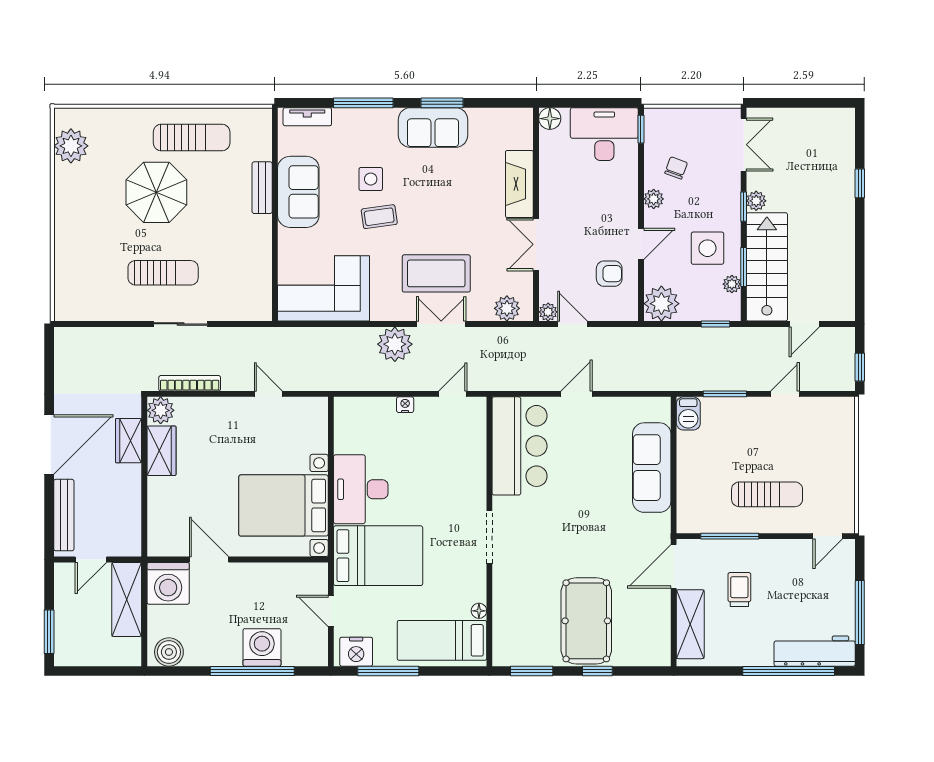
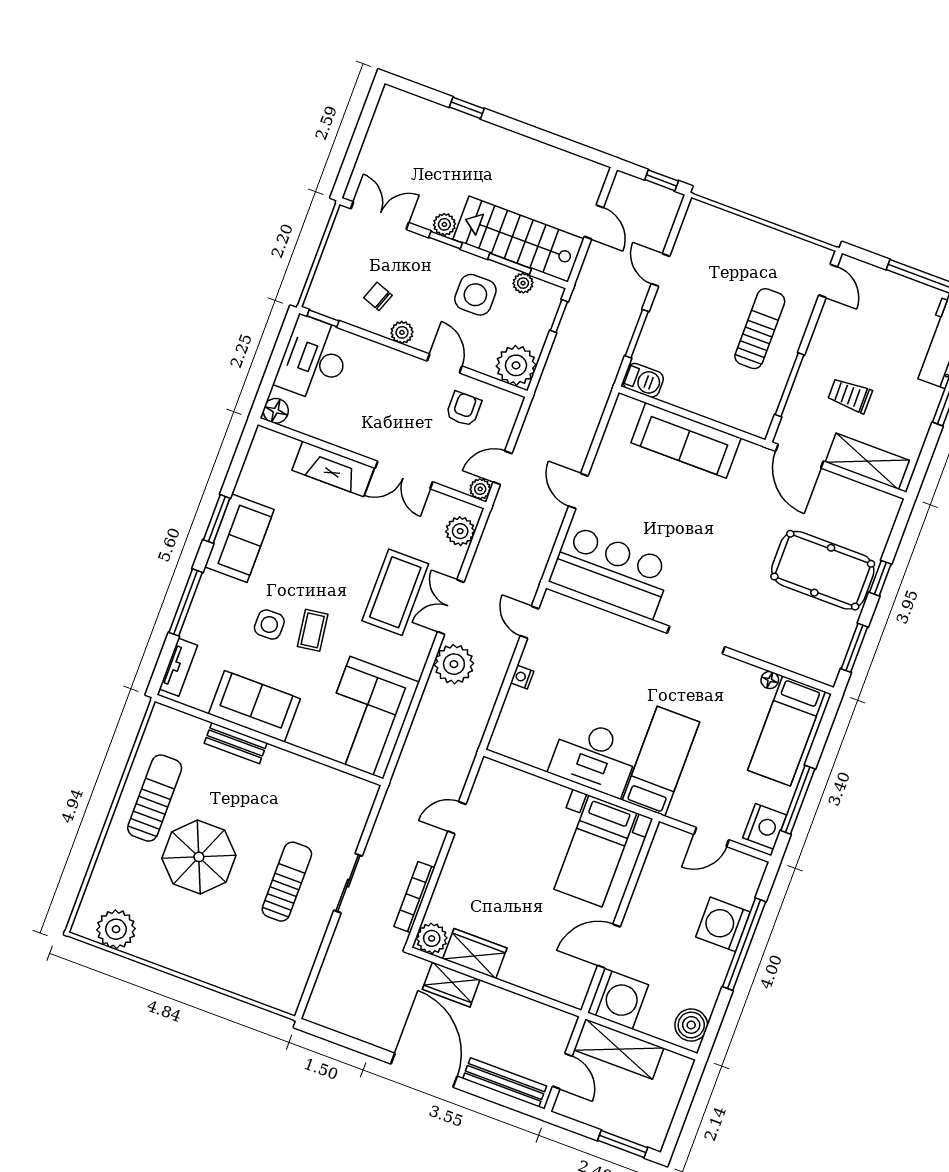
bed with nightstands: (283, 505) -> (595, 851), width x0.73
bed: (378, 556) -> (661, 761), width x0.67

